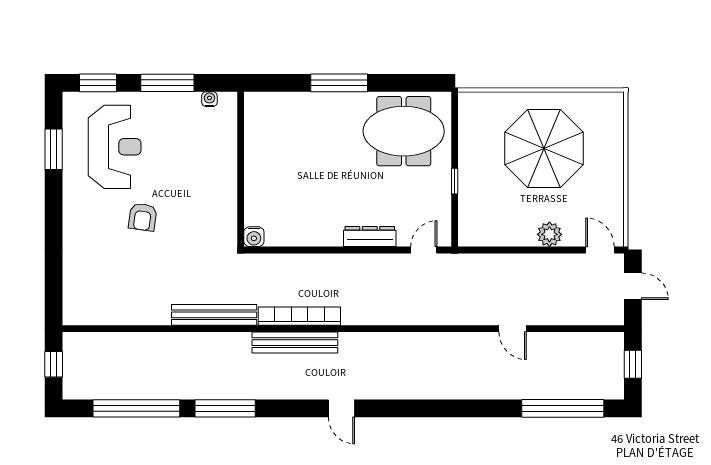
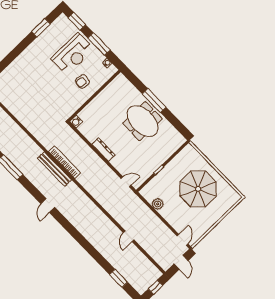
meeting table: (404, 131) -> (142, 121), moved
reception desk: (115, 147) -> (73, 54), moved
armchair: (143, 217) -> (83, 81), moved
plant: (549, 234) -> (158, 204), moved
dresser: (370, 237) -> (103, 150), moved
bench: (214, 315) -> (38, 134), removed
window: (563, 408) -> (118, 278), width x0.47

